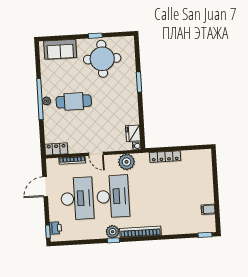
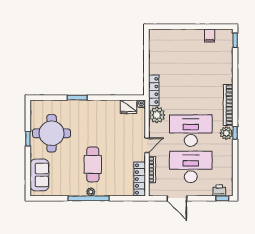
locker: (56, 149) -> (140, 179), width x1.53
locker: (165, 157) -> (154, 90), moved

